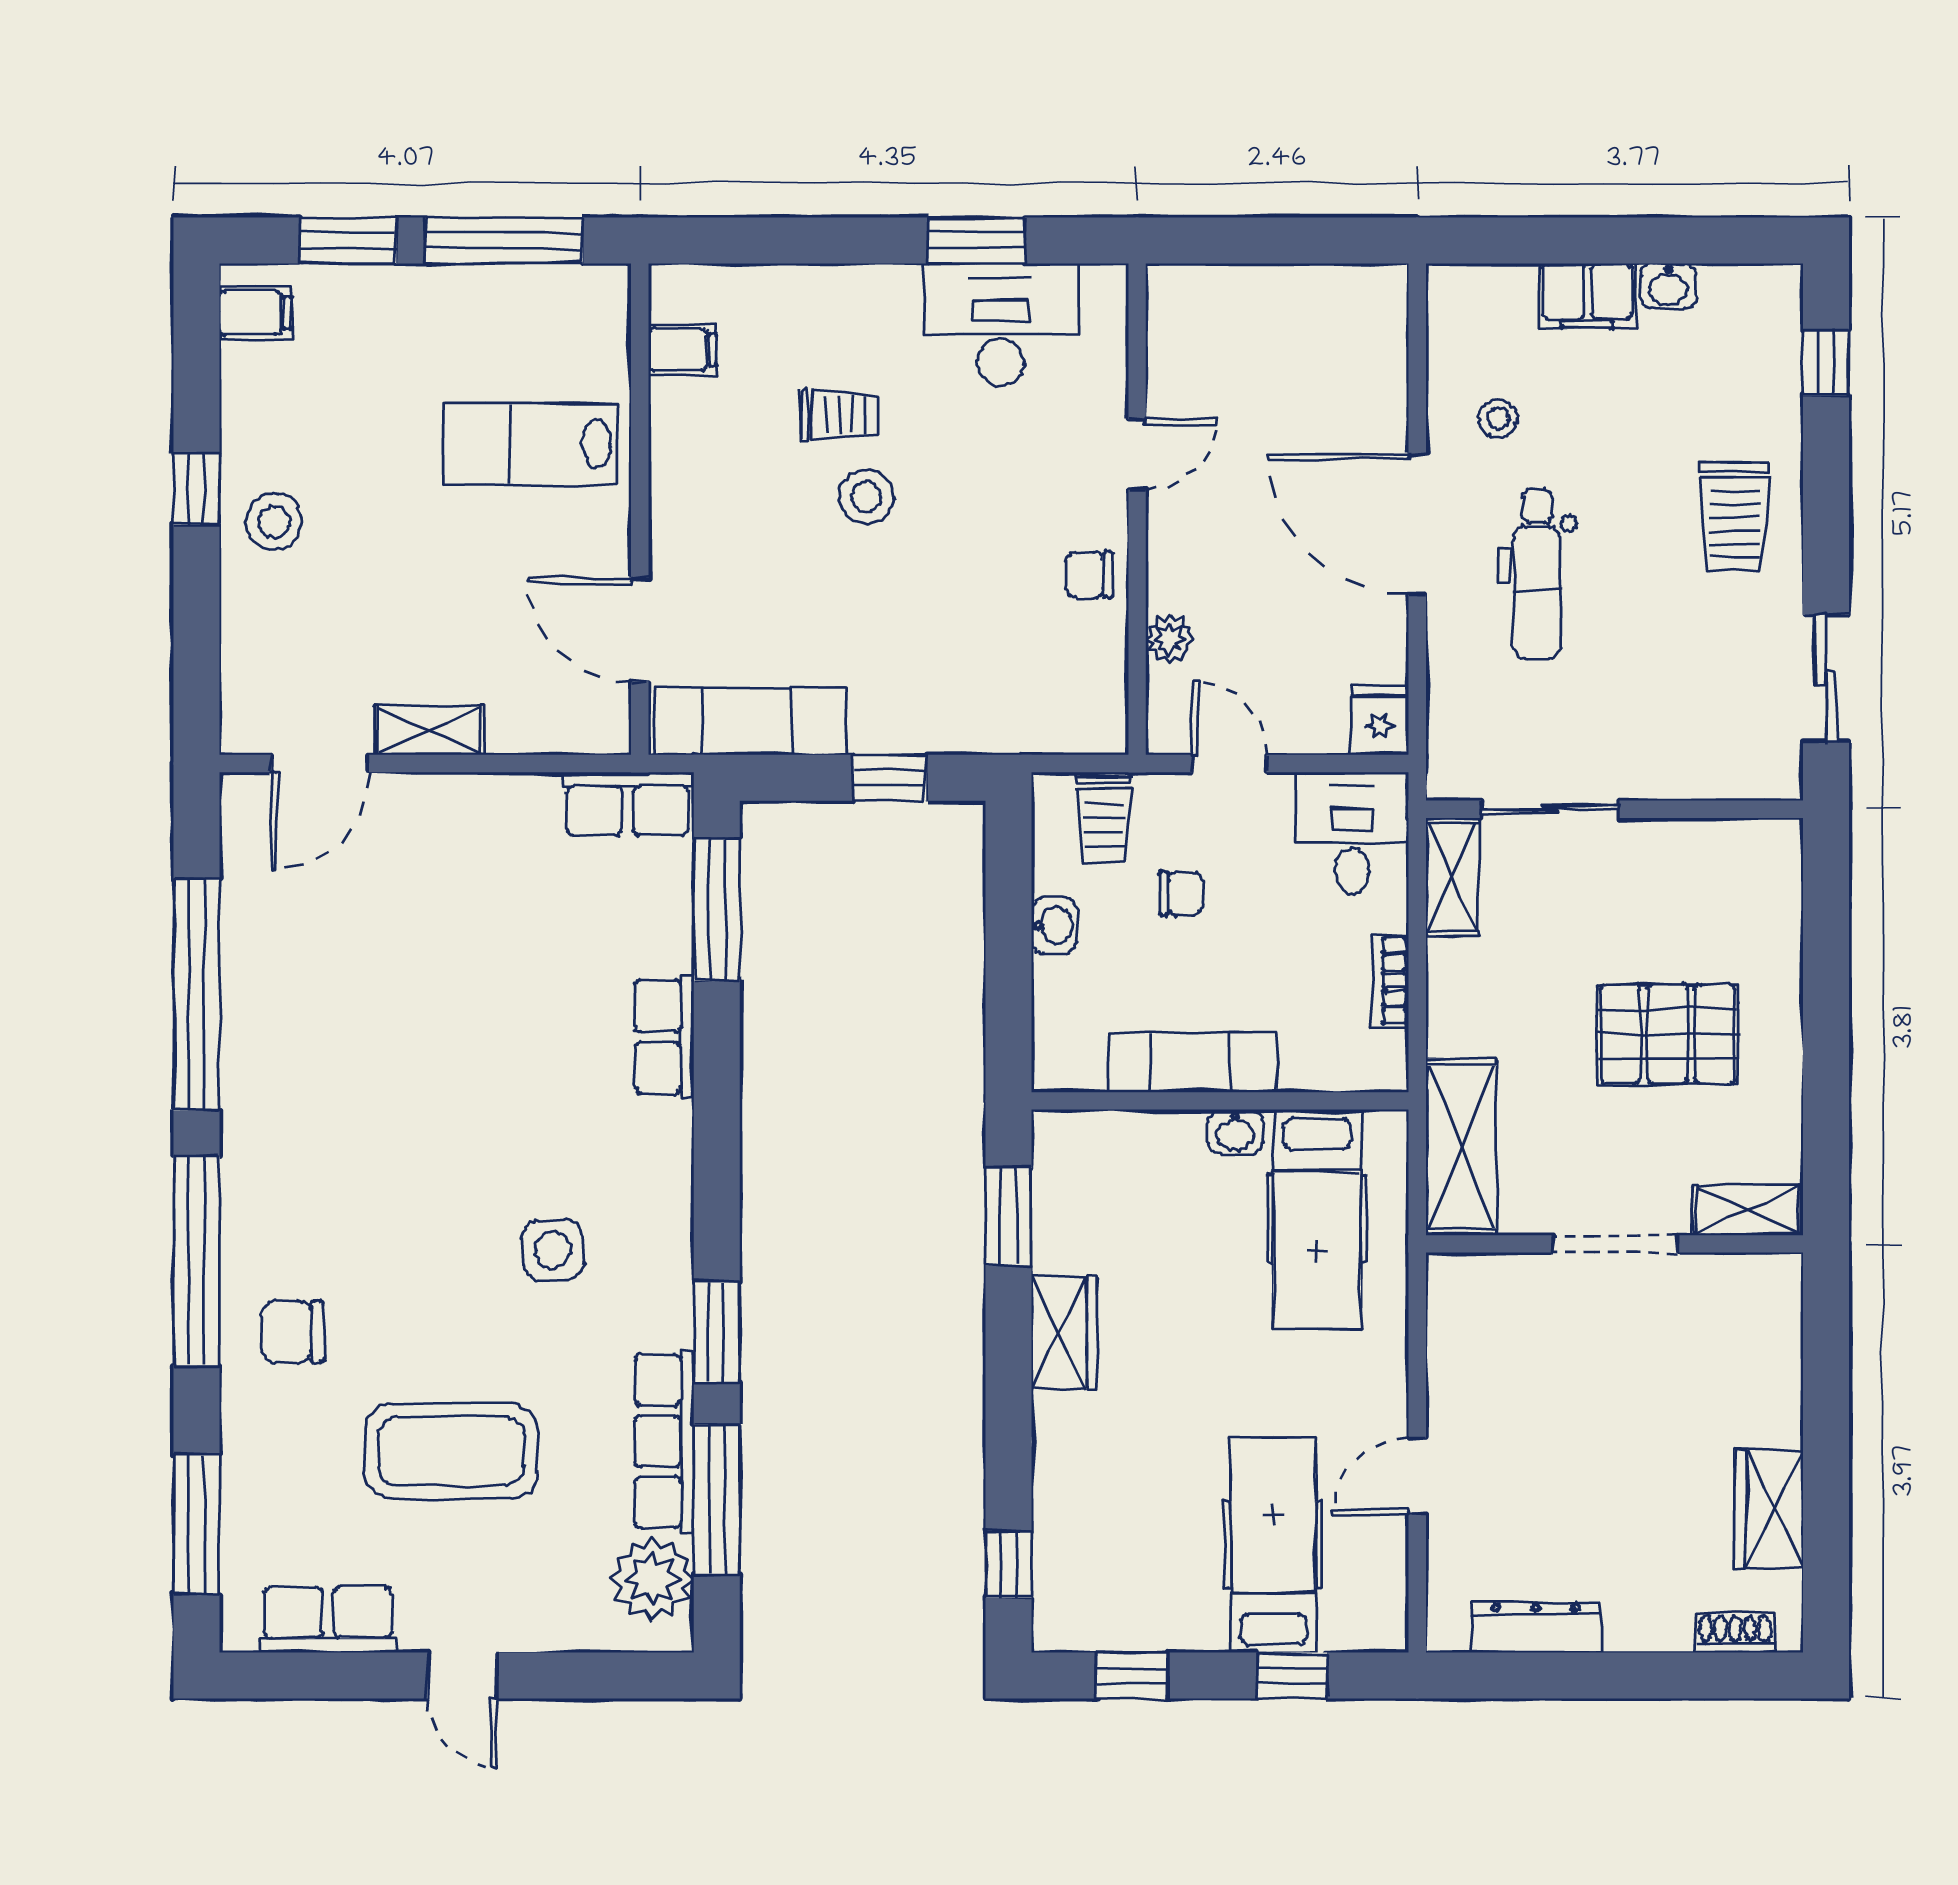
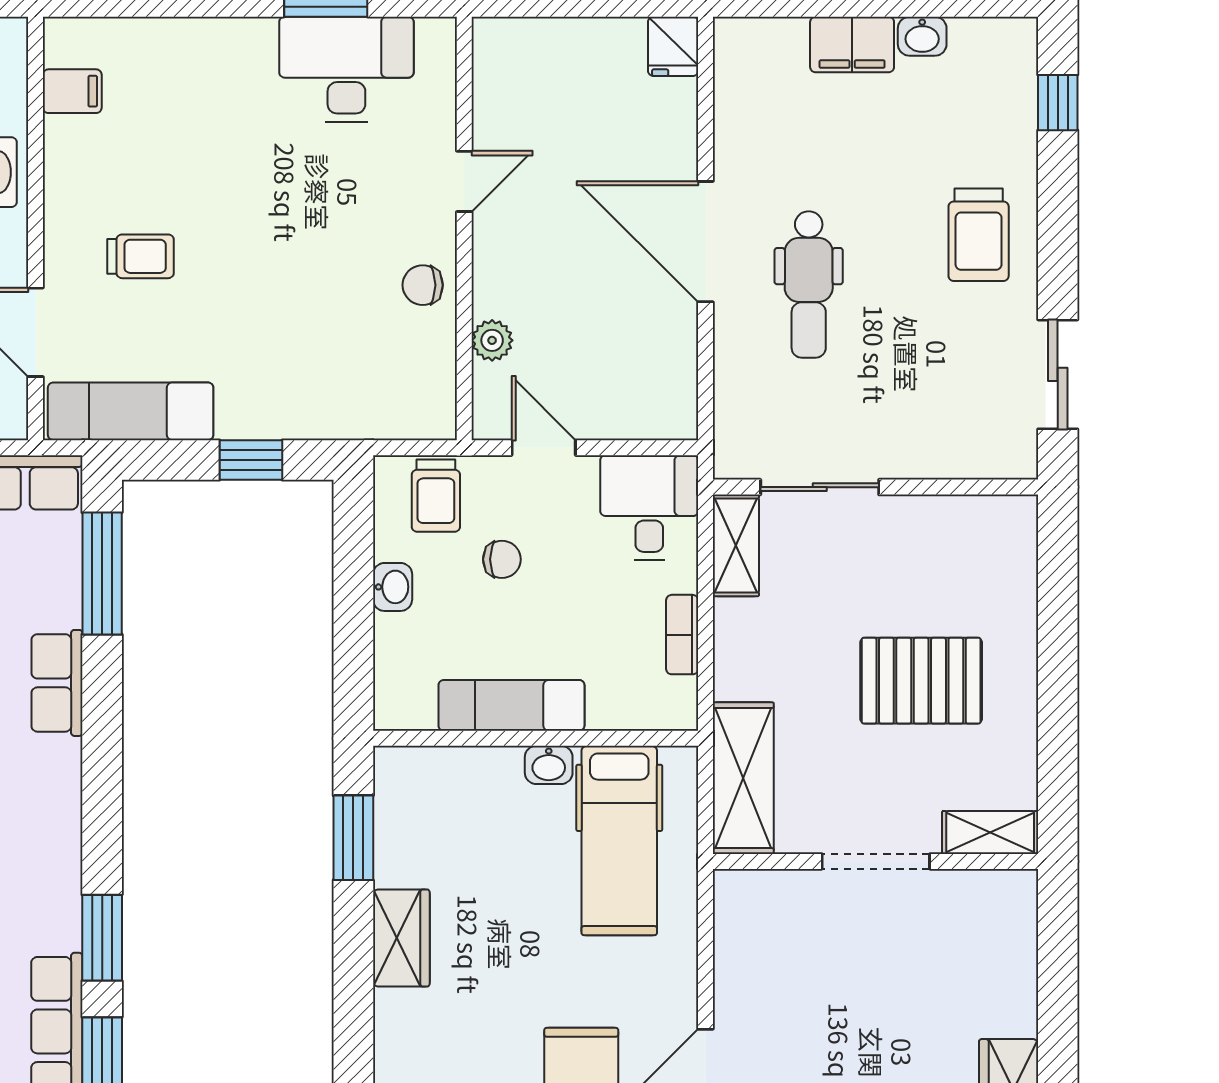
trolley: (840, 415) -> (140, 256), moved
stool: (1498, 419) -> (775, 151), removed
stool: (866, 497) -> (231, 218), removed
fridge: (1380, 720) -> (673, 46), moved, turned 180

